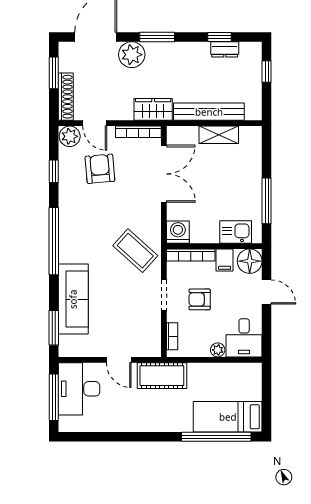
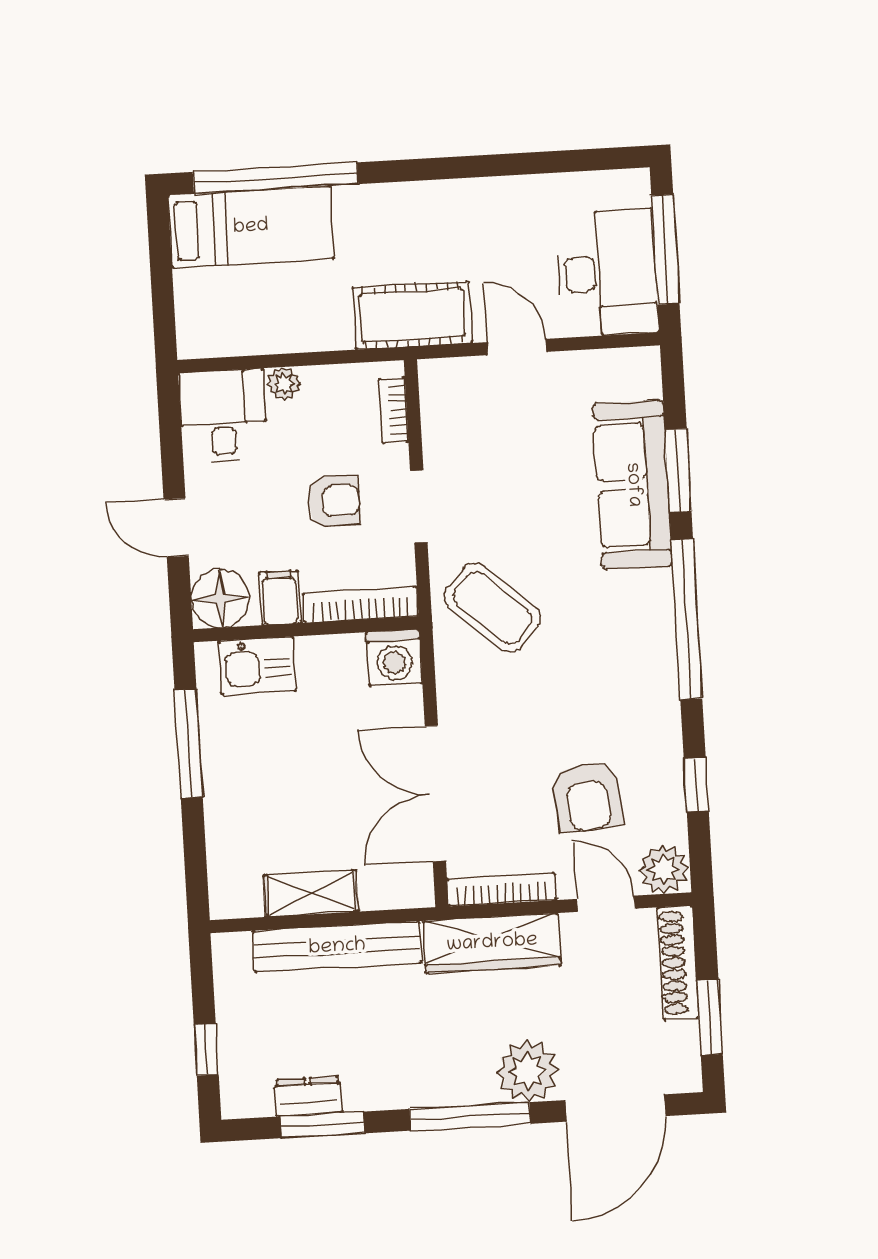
window: (157, 37) -> (470, 1116), width x1.44
window: (219, 37) -> (322, 1125), width x1.50
wardrobe: (153, 109) -> (492, 943), width x1.50
window: (54, 328) -> (678, 470), moved

